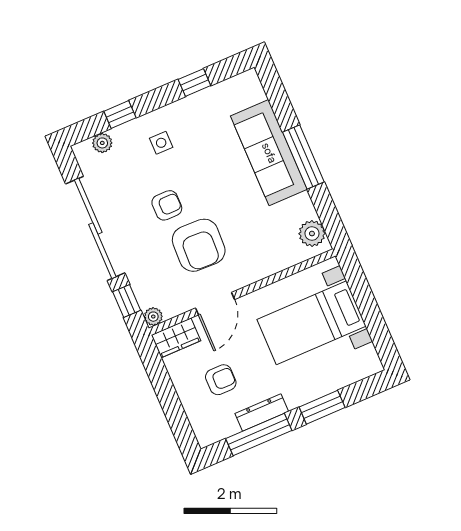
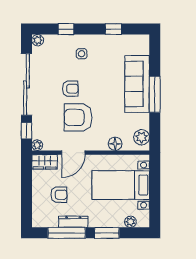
plant: (102, 143) -> (38, 40), moved
armchair: (199, 245) -> (78, 117), turned 88
floor lamp: (275, 262) -> (115, 144), added
plant: (352, 374) -> (130, 222), added

